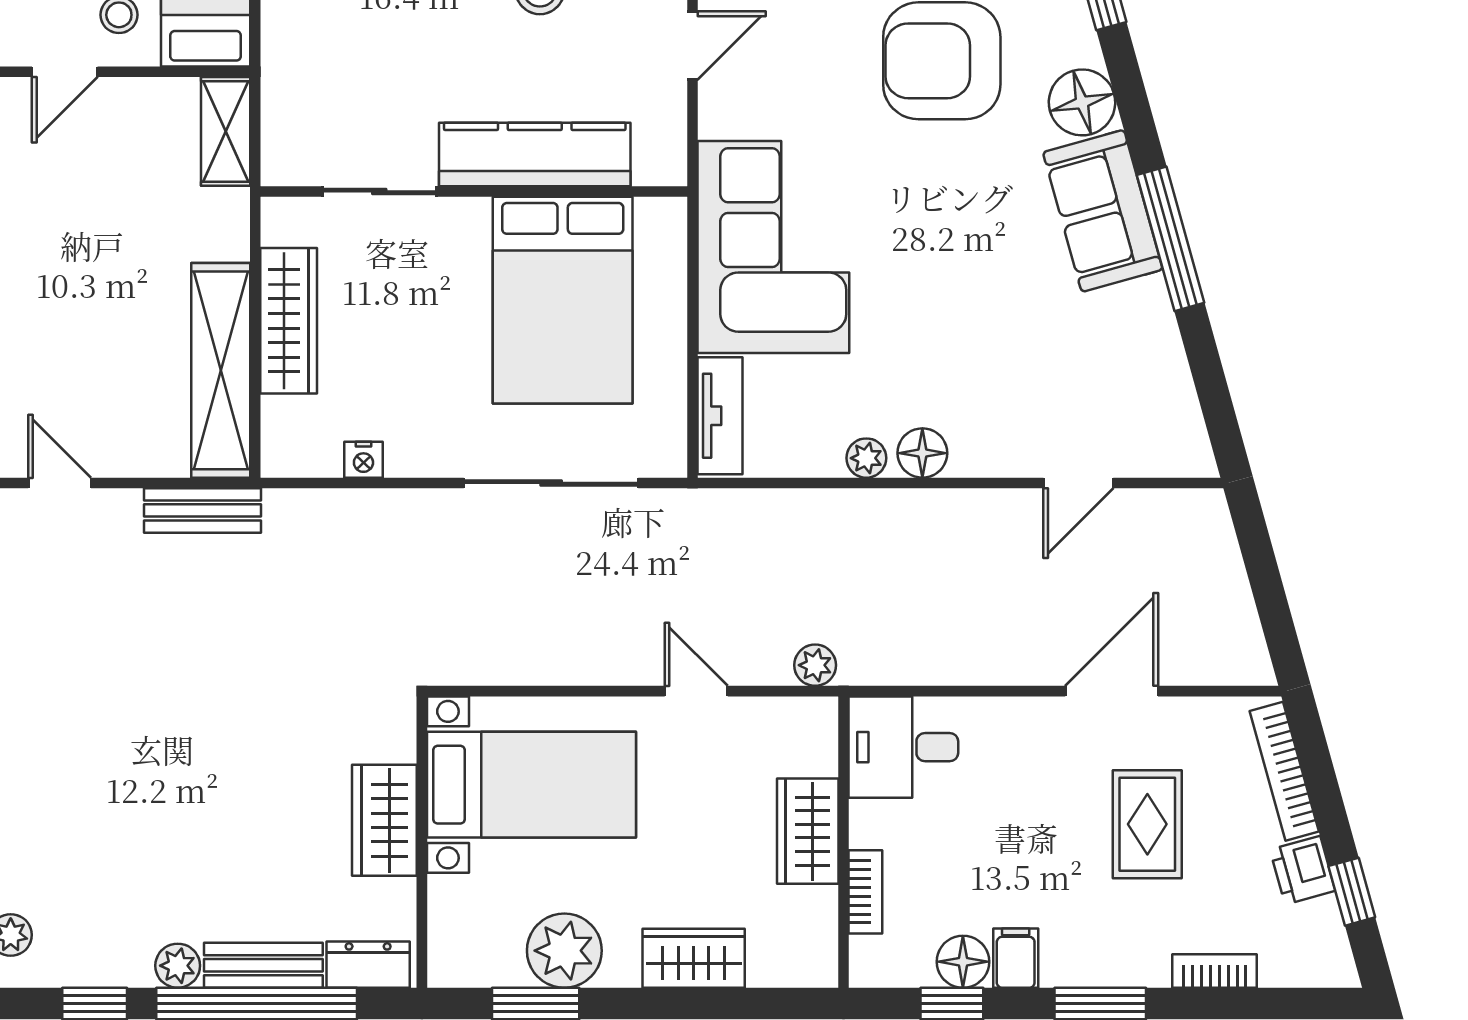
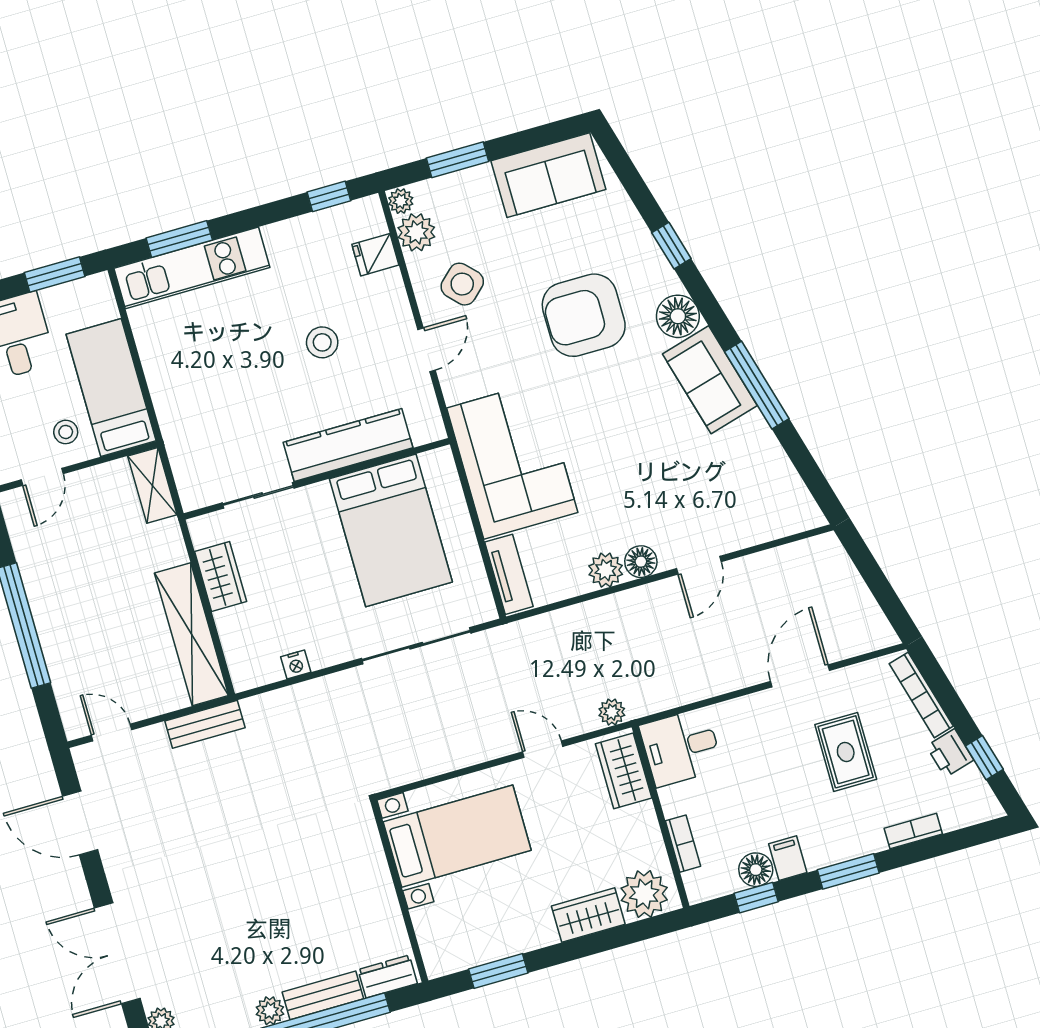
wardrobe: (289, 321) -> (221, 576), width x0.67
plant: (866, 458) -> (606, 570), width x1.38, depth x1.38
door: (1078, 483) -> (699, 565), moved
wardrobe: (384, 820) -> (372, 884), removed
wardrobe: (808, 831) -> (624, 771), moved
plant: (564, 951) -> (644, 894), moved

